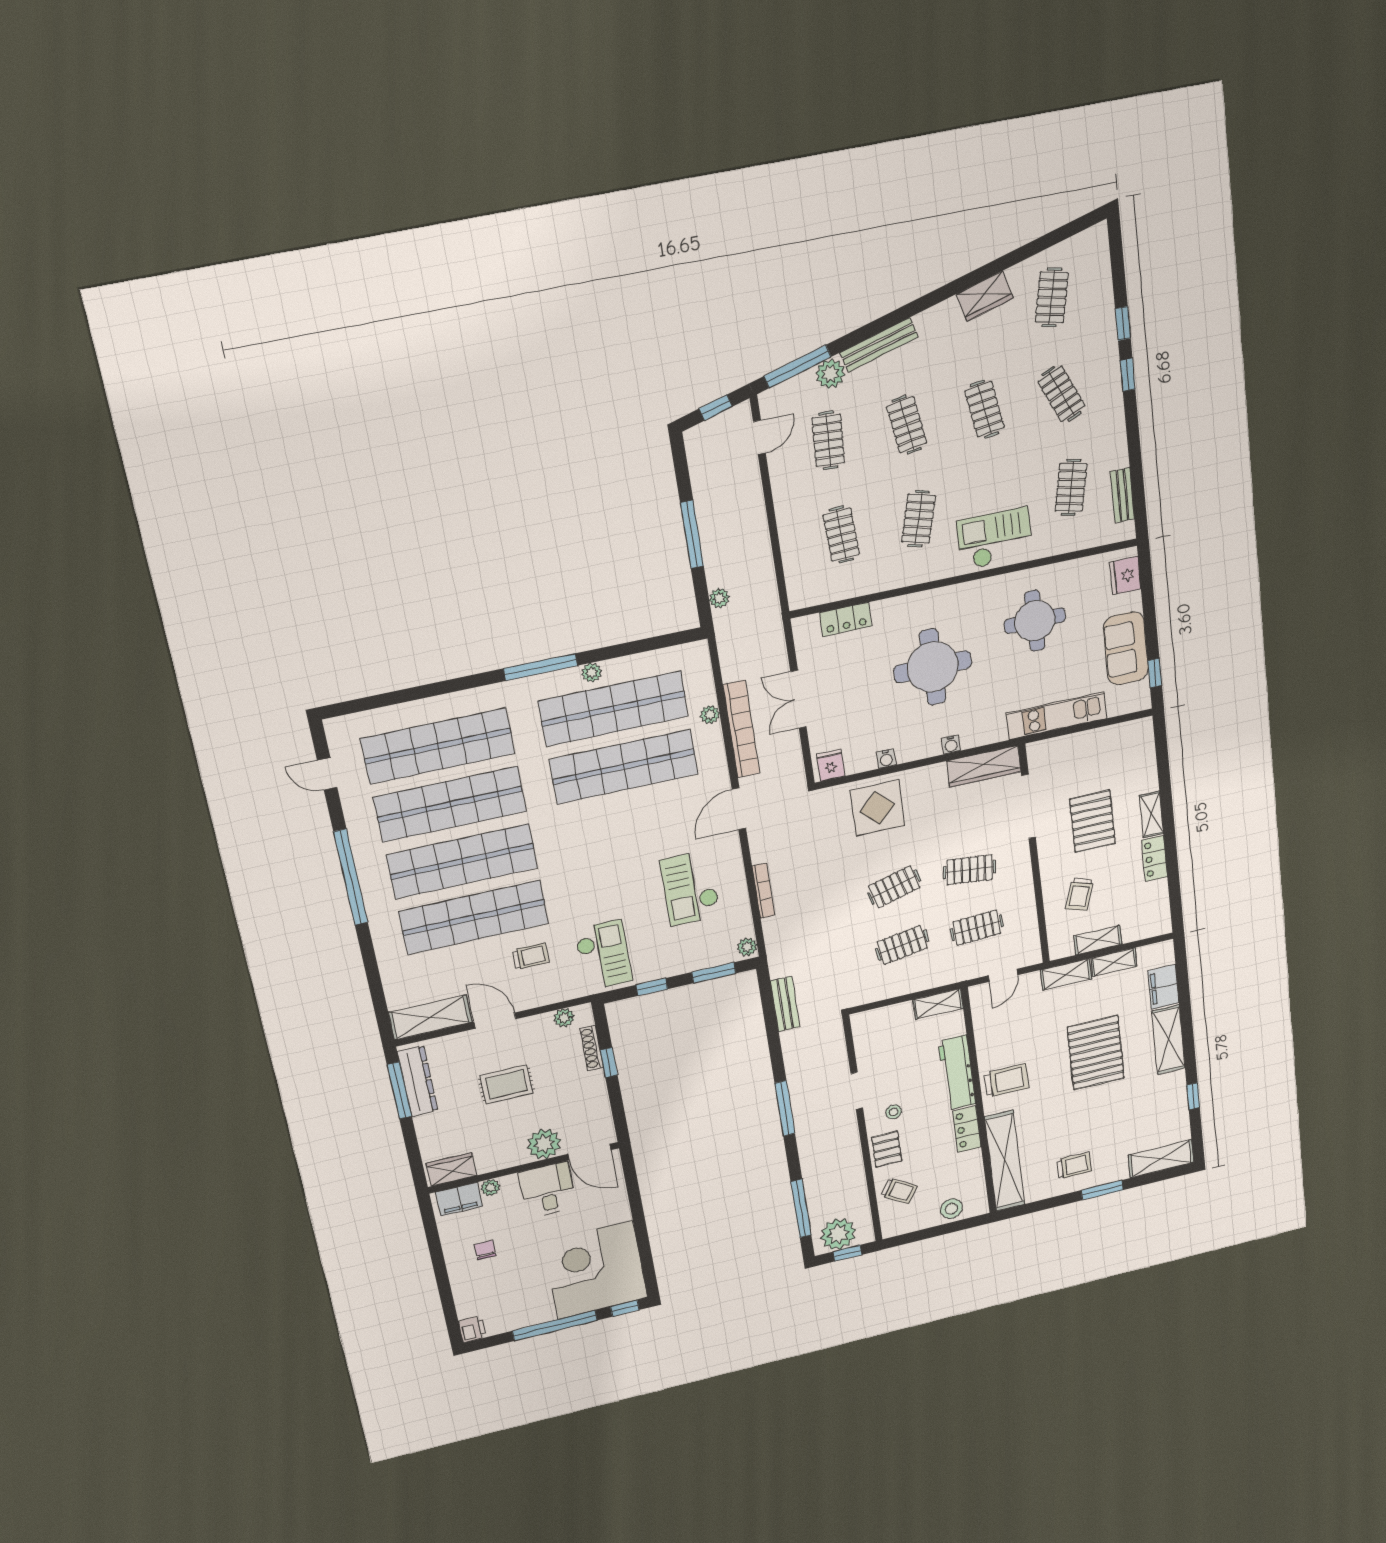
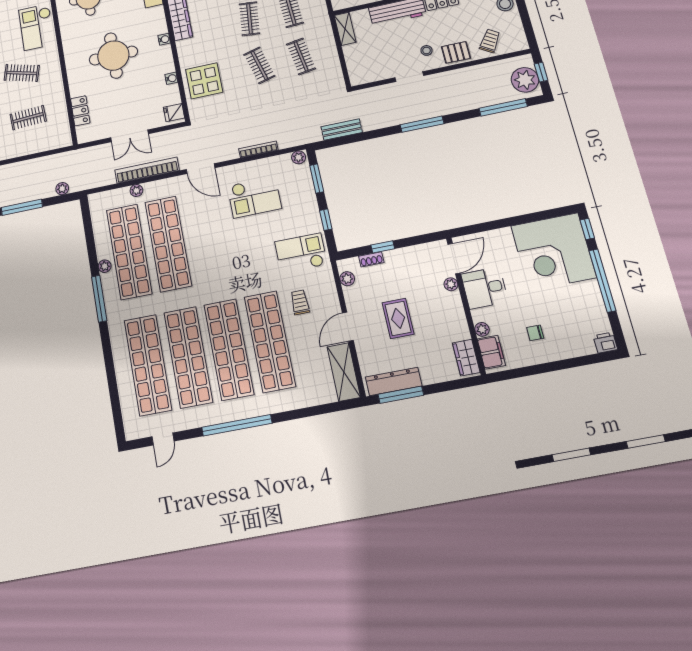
shoe rack: (591, 1048) -> (371, 259), width x0.70
plant: (544, 1144) -> (451, 284), width x0.53, depth x0.53

